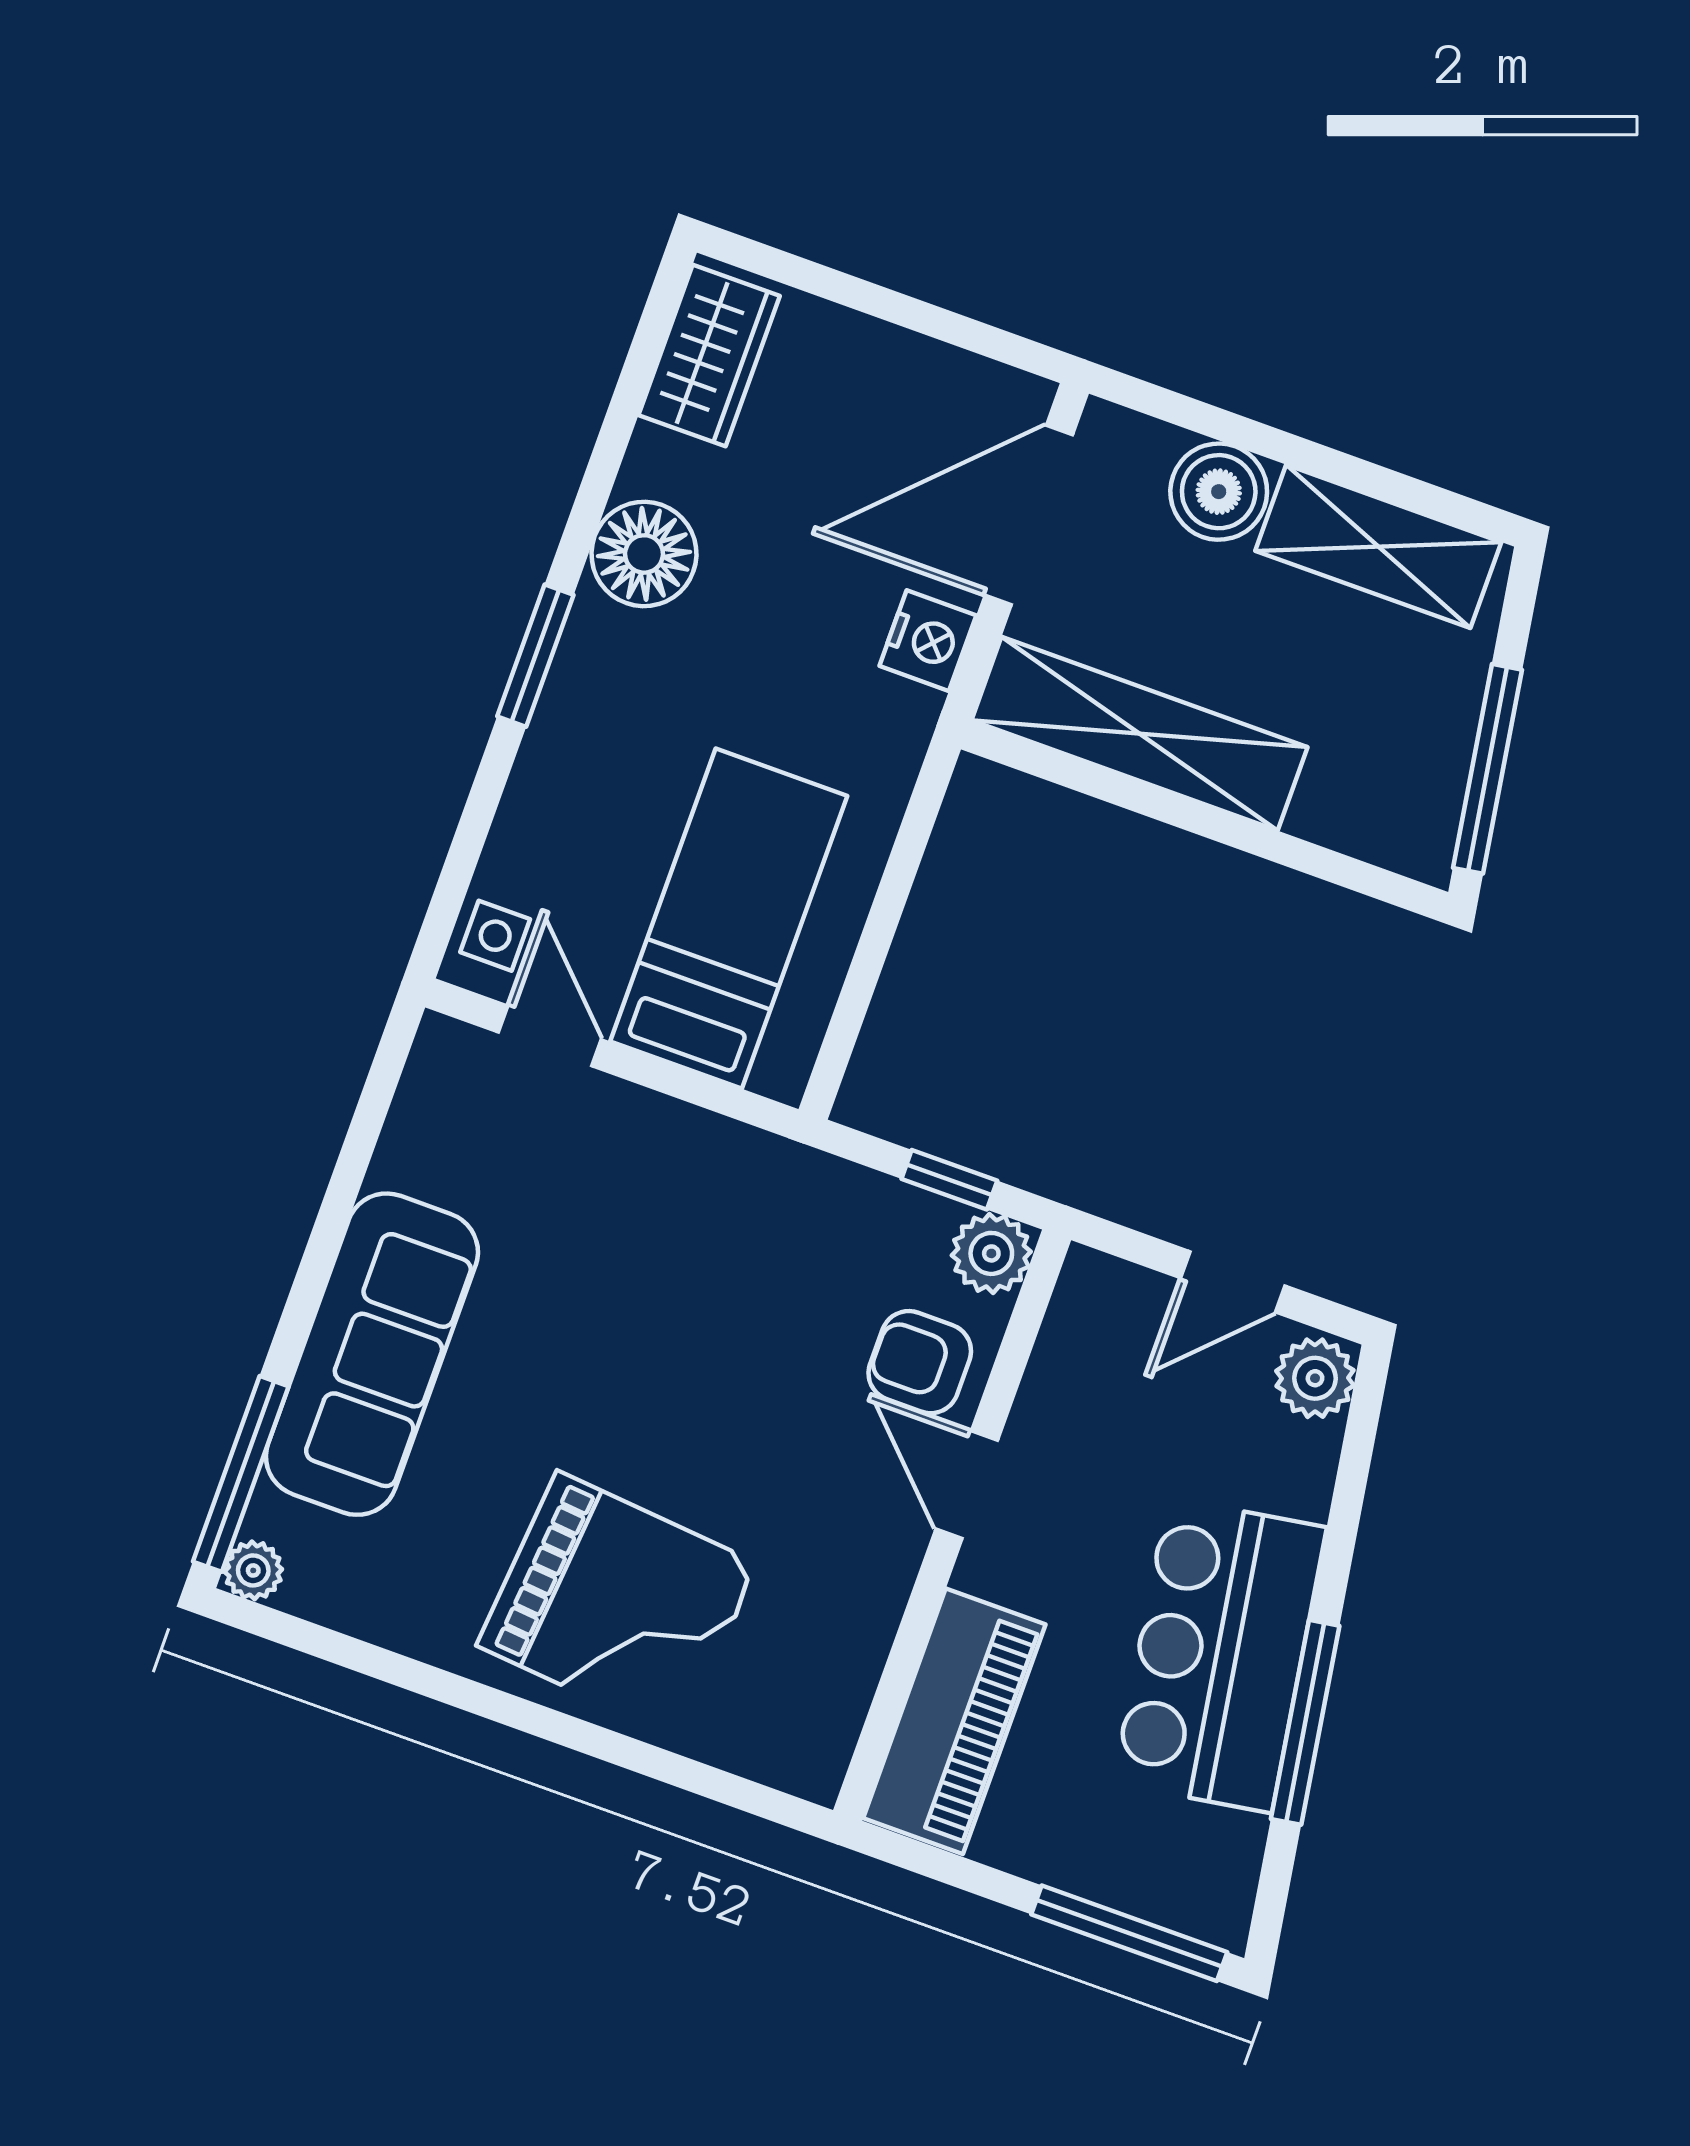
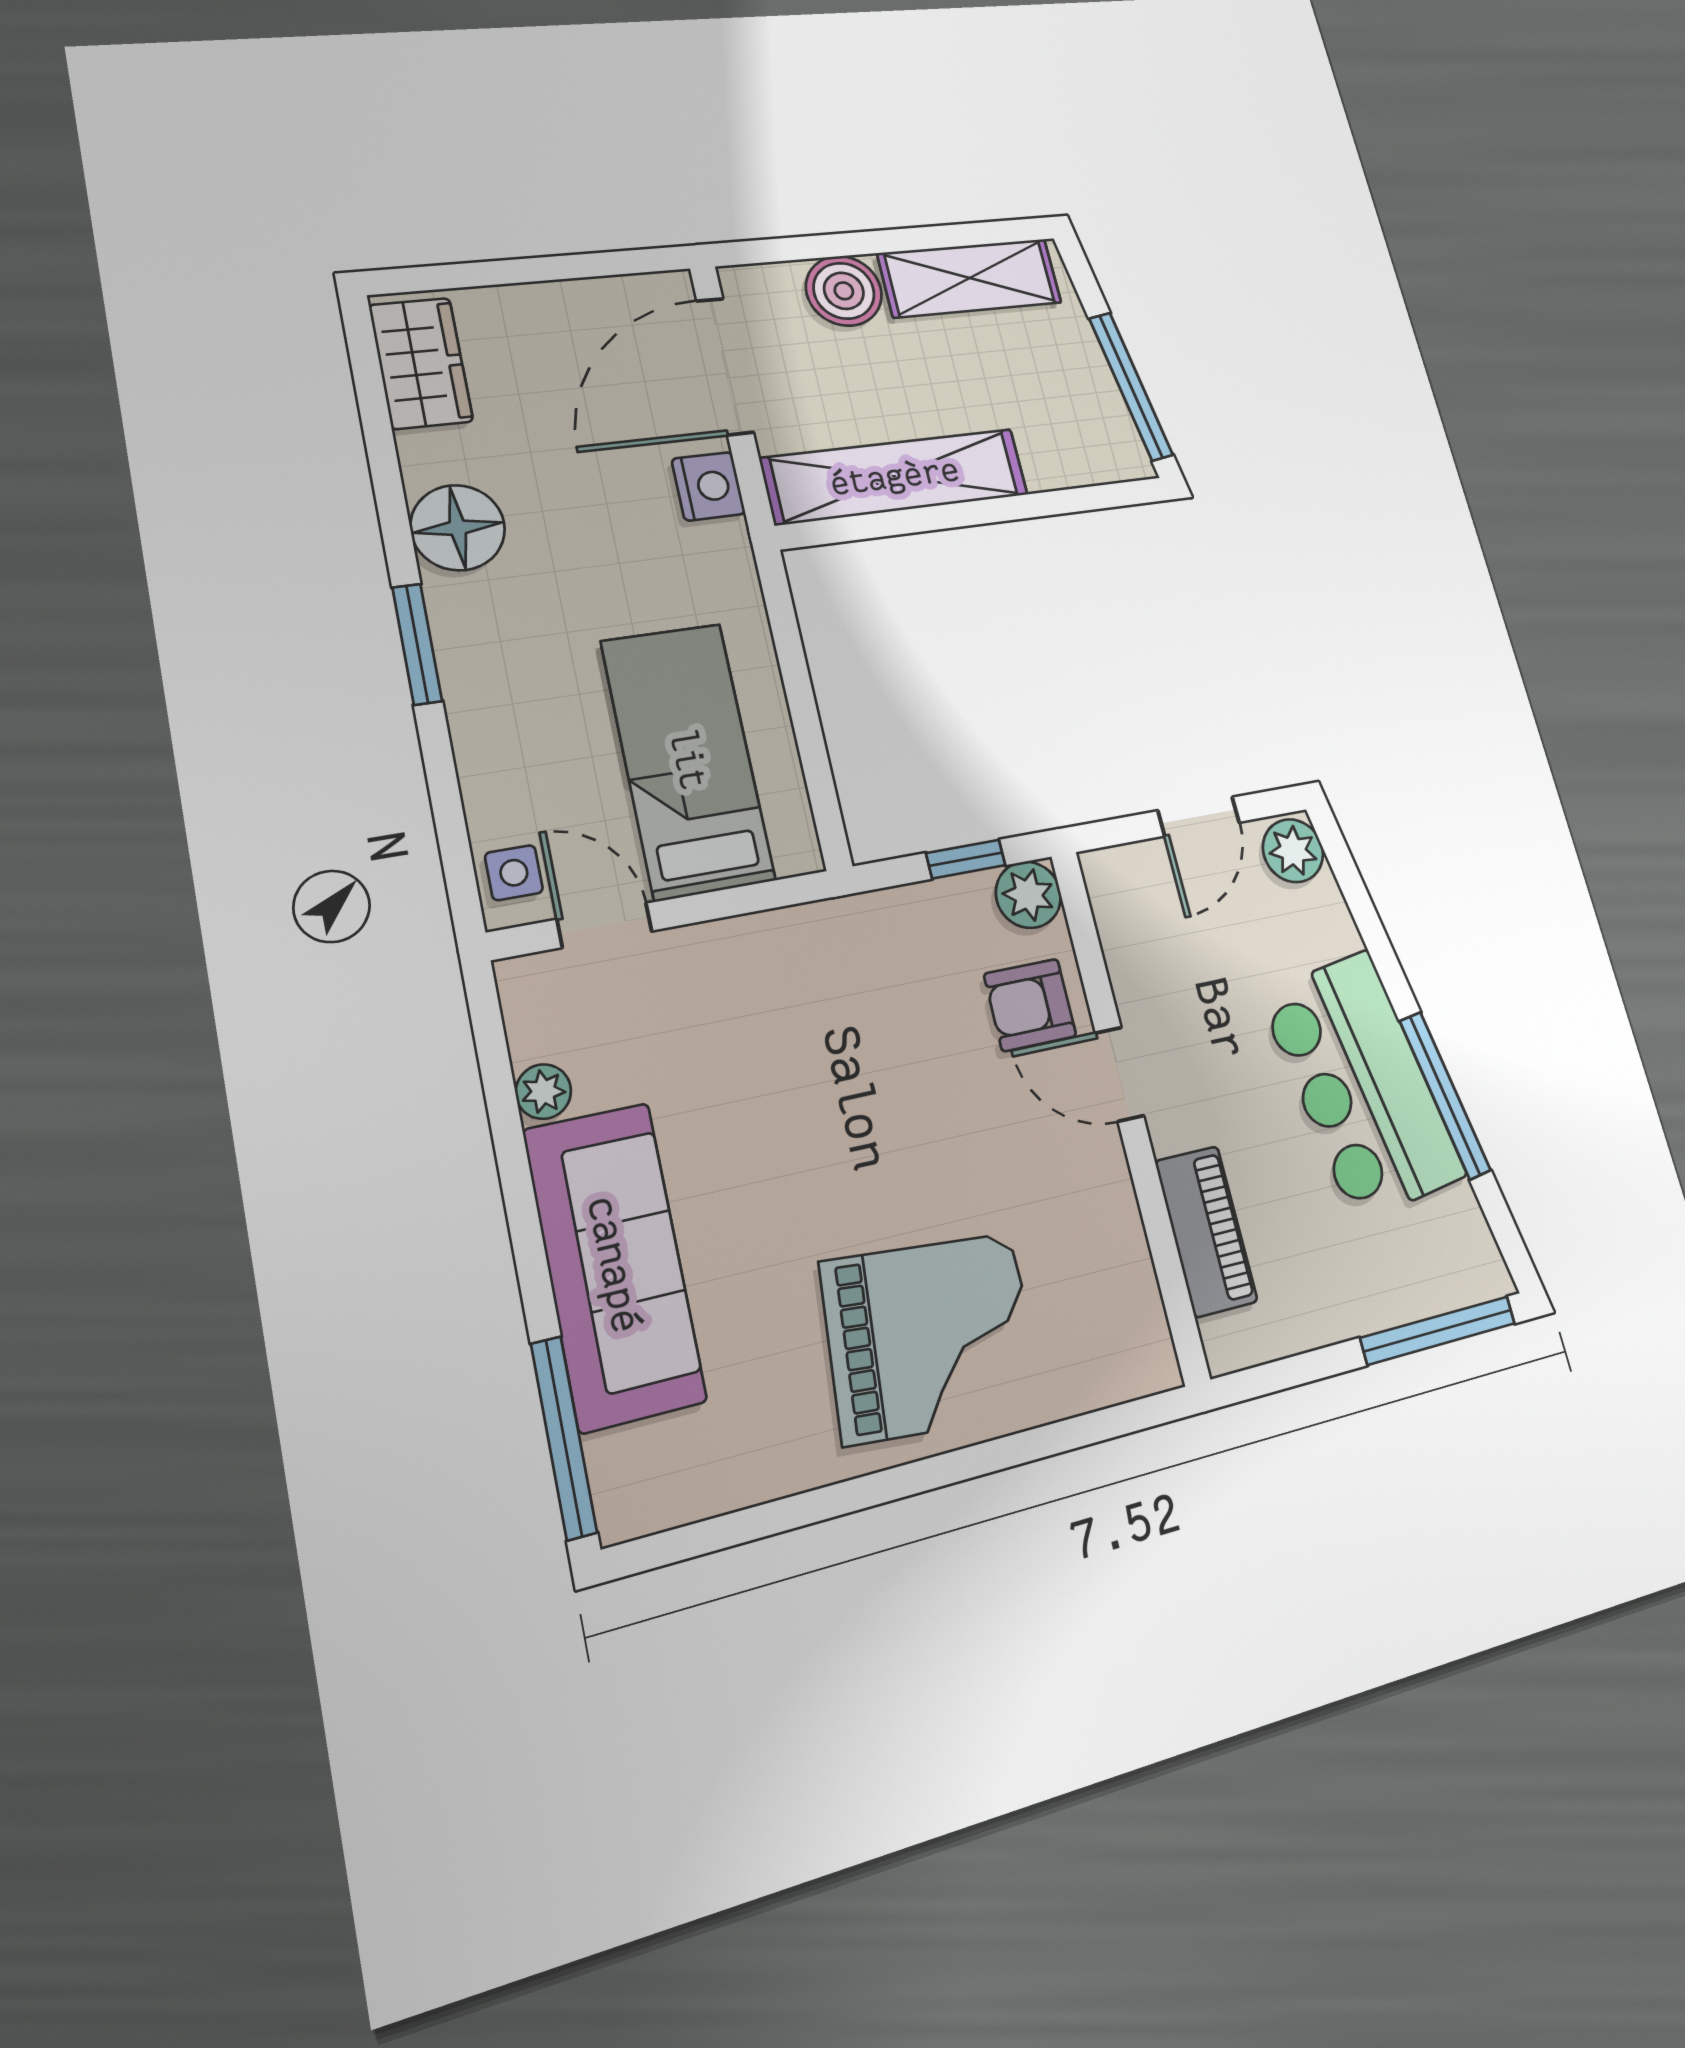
plant: (253, 1570) -> (543, 1092), moved
piano: (954, 1721) -> (1206, 1231), width x0.73, depth x0.75

